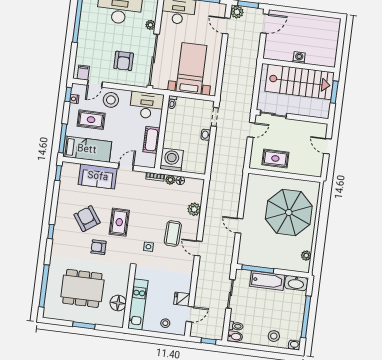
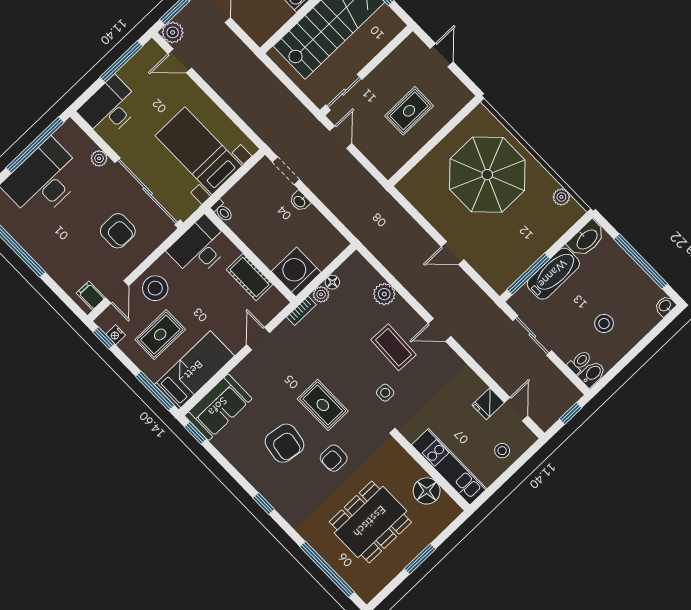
door: (327, 146) -> (442, 55), swing flipped
rug: (275, 158) -> (409, 111), moved
sofa: (98, 176) -> (218, 407), moved
armchair: (87, 219) -> (285, 443), turned -136
stool: (274, 336) -> (604, 323), moved

